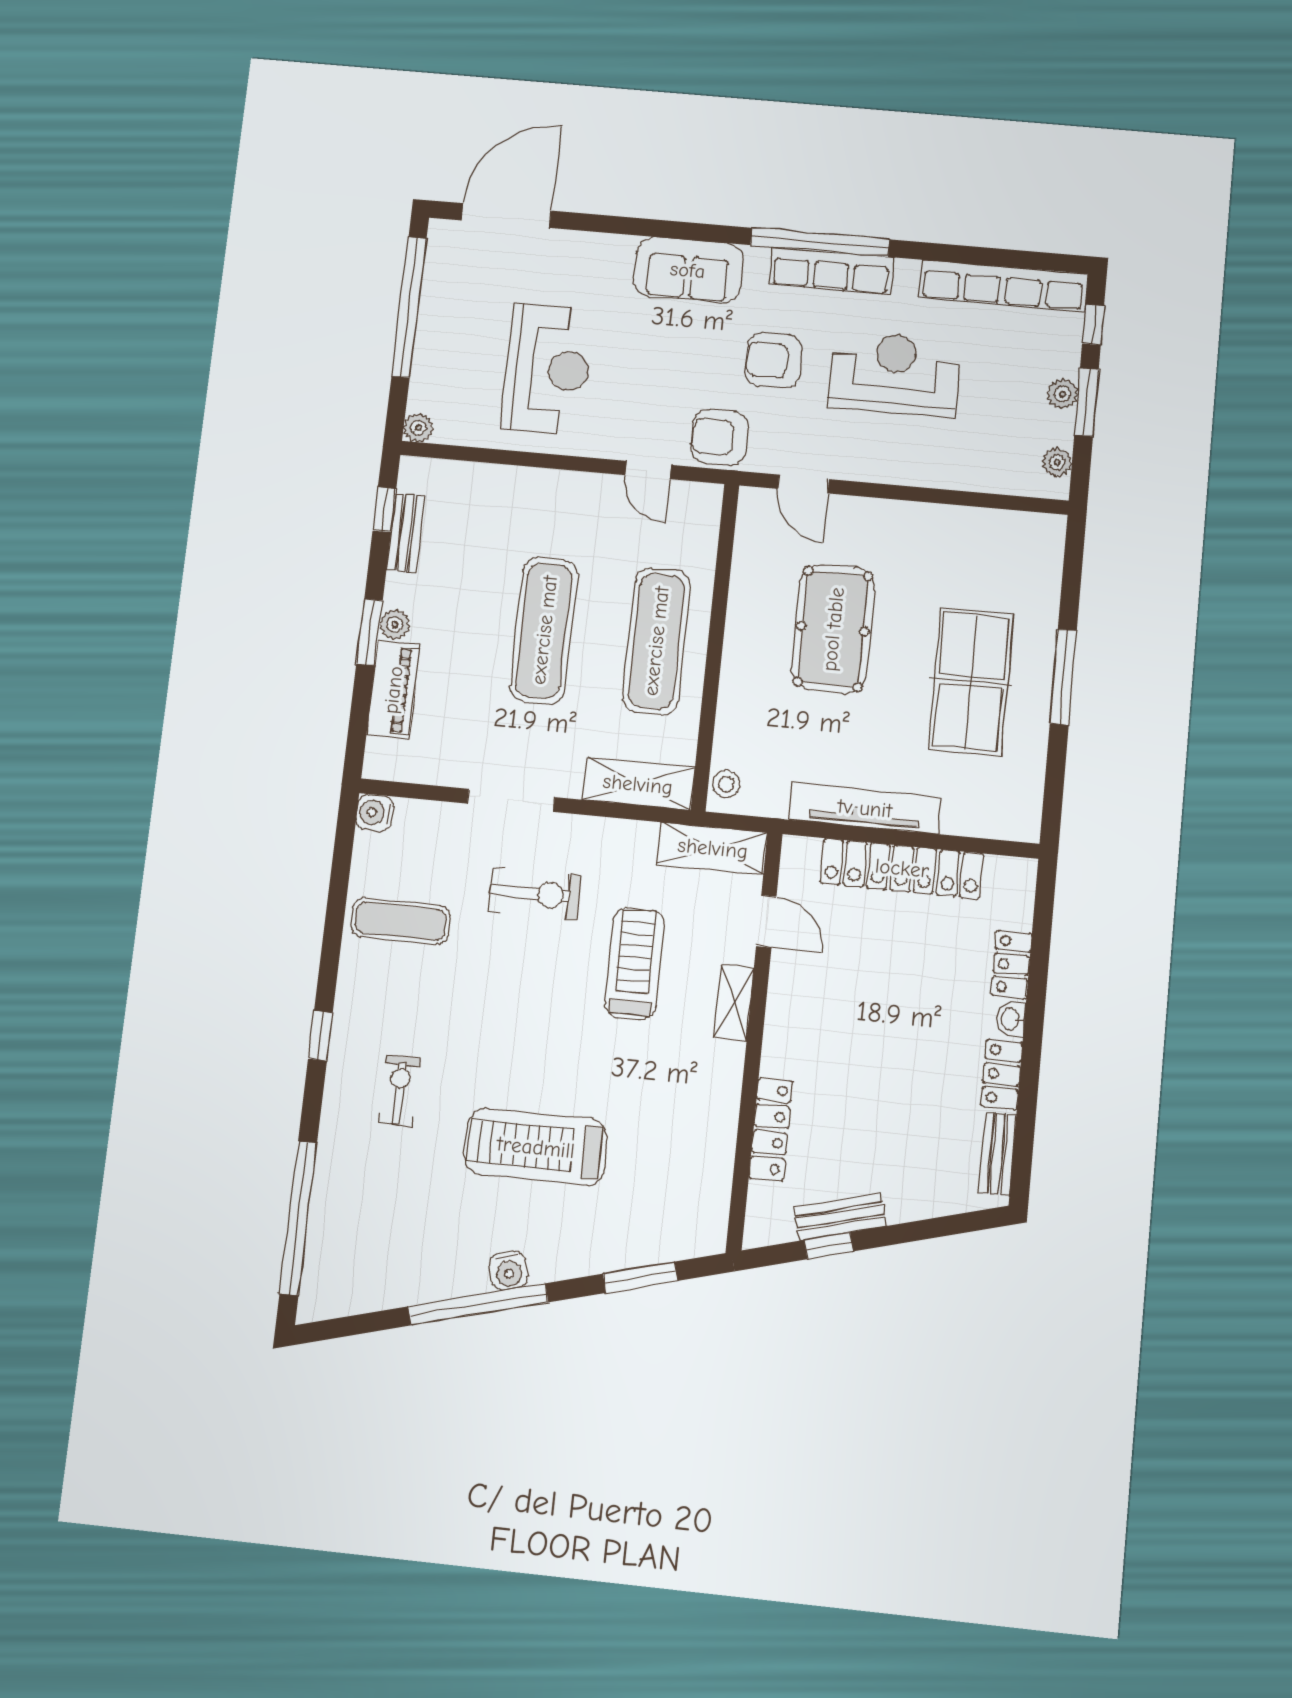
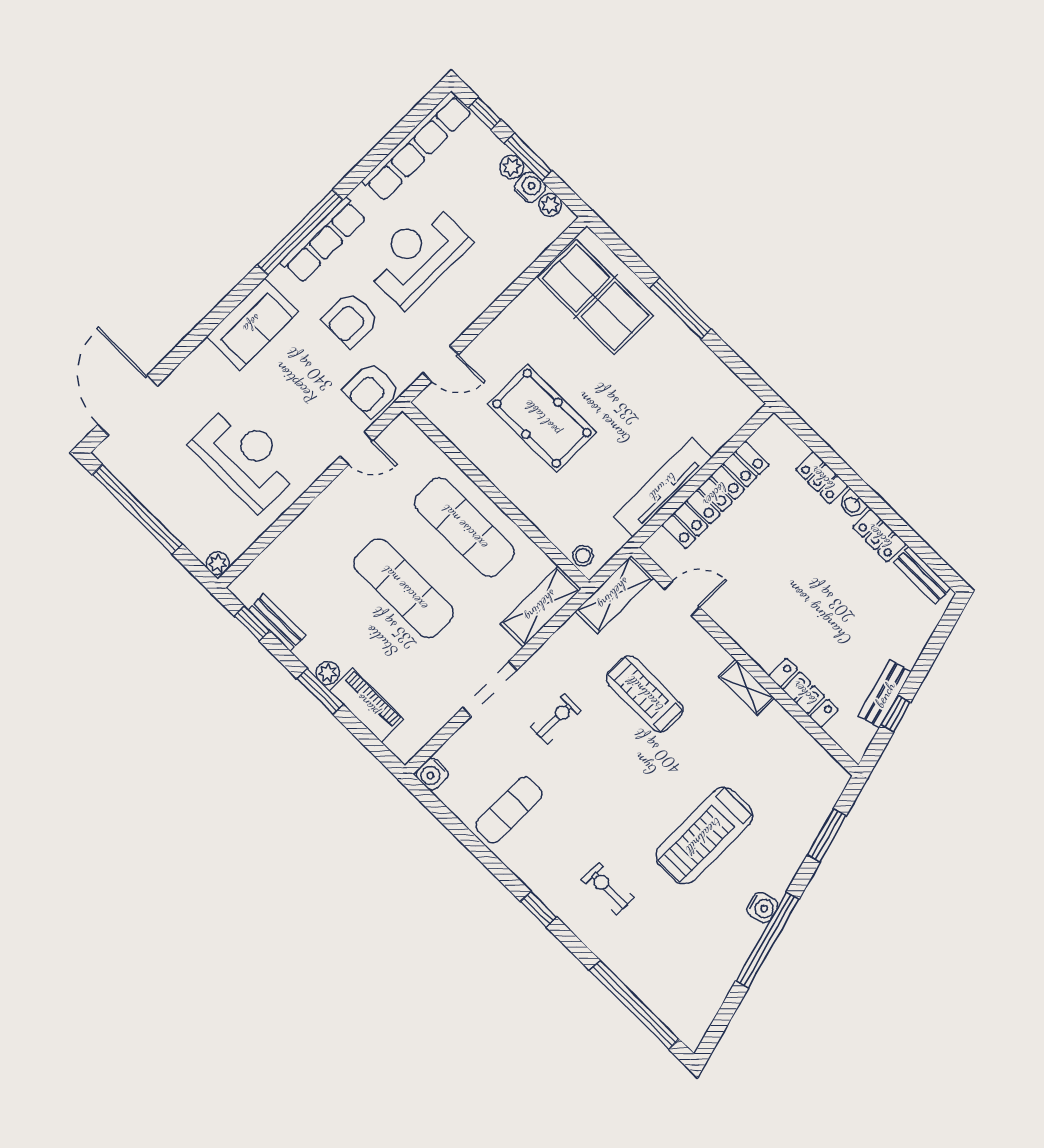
water cooler: (1058, 428) -> (530, 187), added
table tennis table: (971, 682) -> (596, 297), moved
exercise bike: (534, 893) -> (556, 719), width x0.73, depth x0.72
shelving: (734, 1003) -> (746, 687), moved

